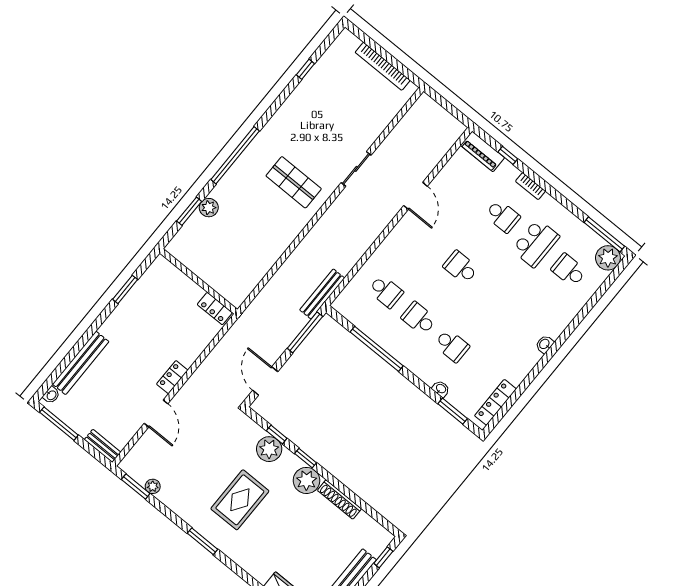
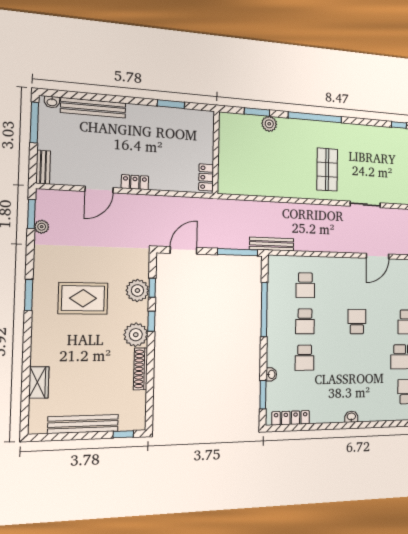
school desk: (419, 318) -> (305, 321), turned 180

